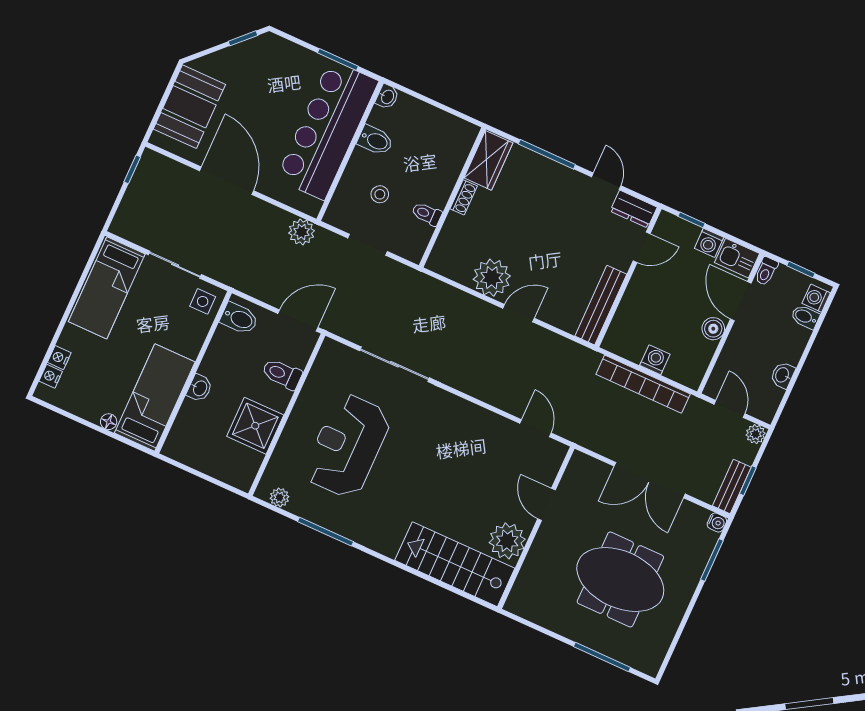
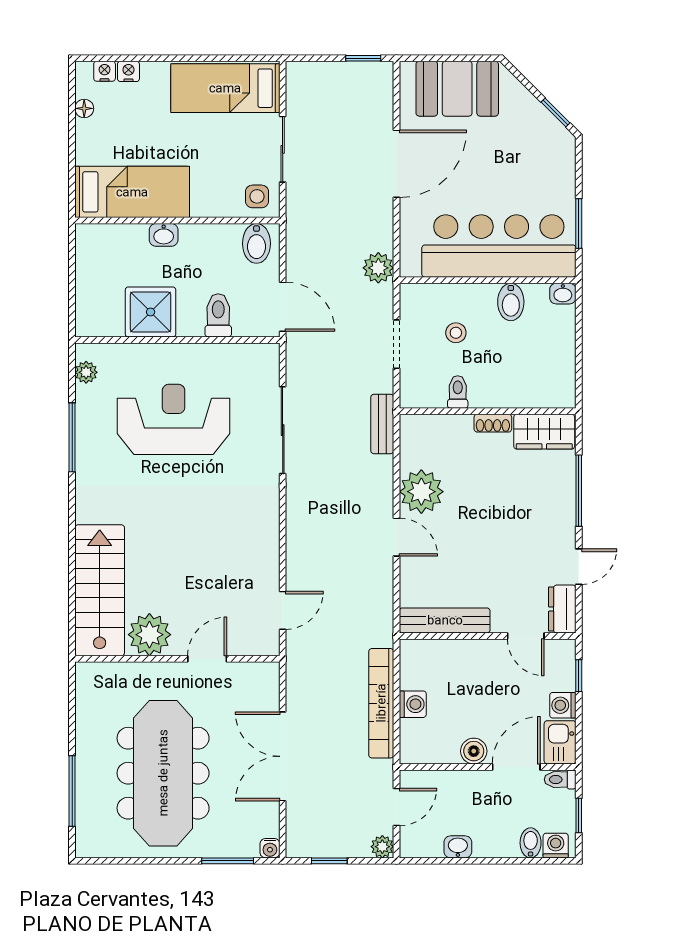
floor lamp: (109, 422) -> (84, 108), moved
bench: (732, 486) -> (382, 424), moved, turned 90
meeting table: (620, 579) -> (163, 773), width x1.36

